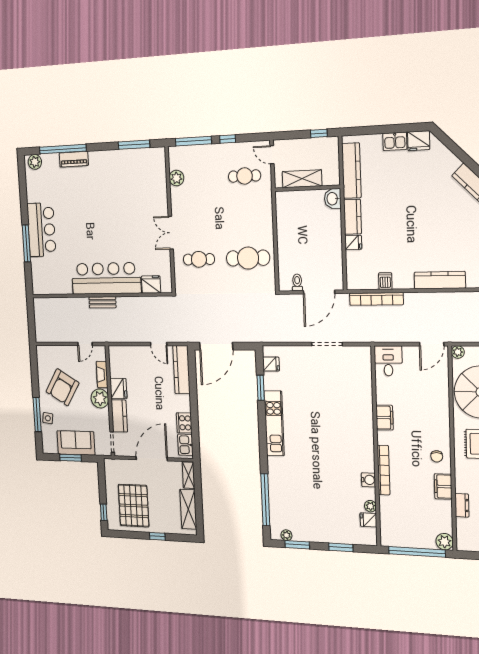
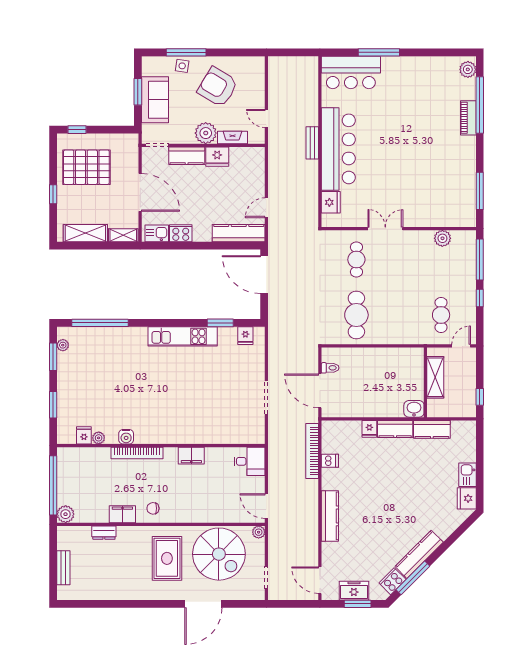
kitchen counter: (351, 171) -> (432, 429), width x0.67
bar counter: (41, 230) -> (351, 72), moved

